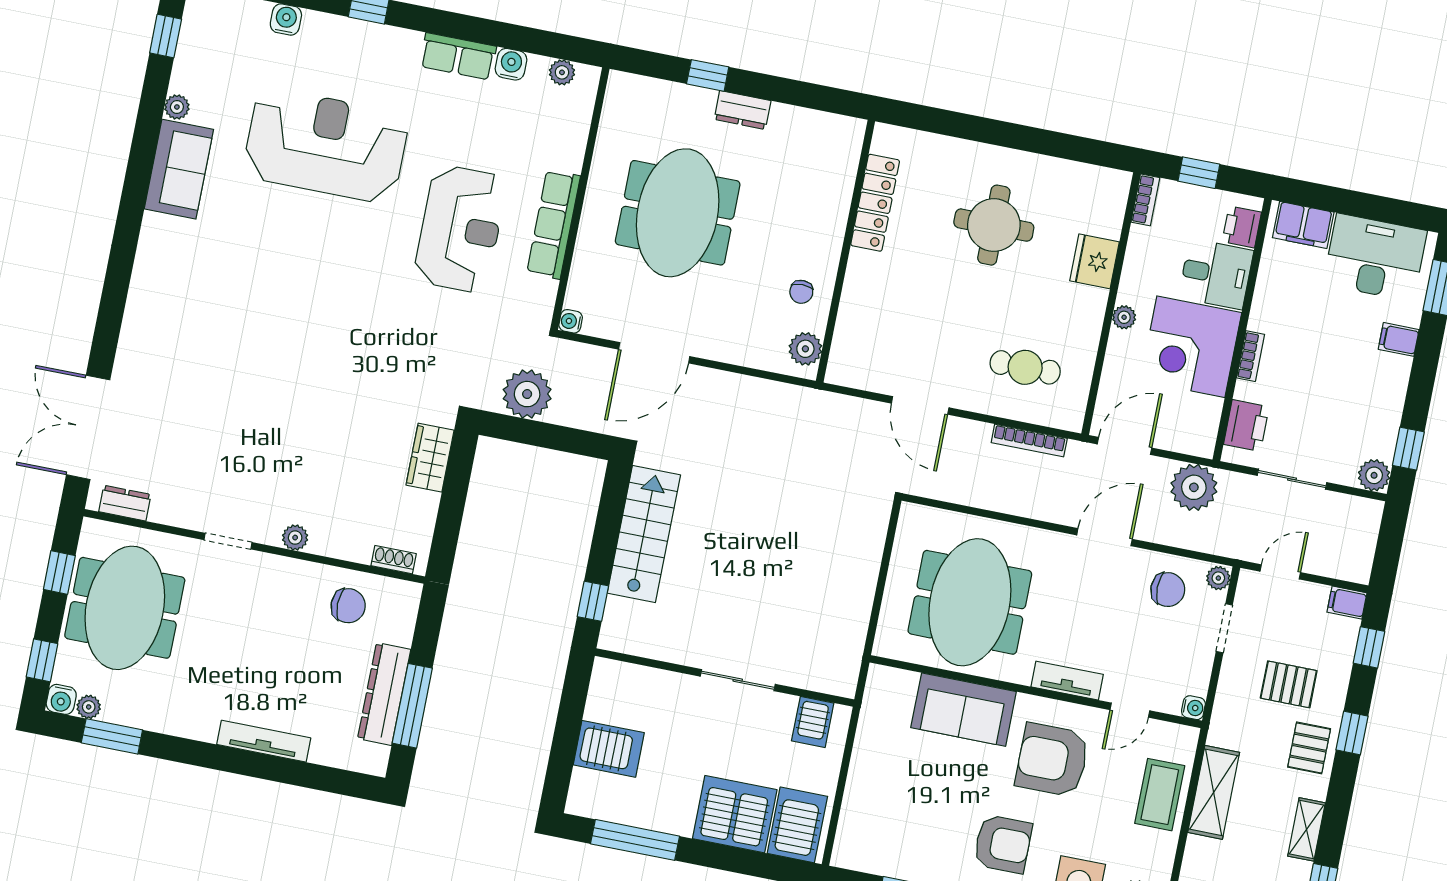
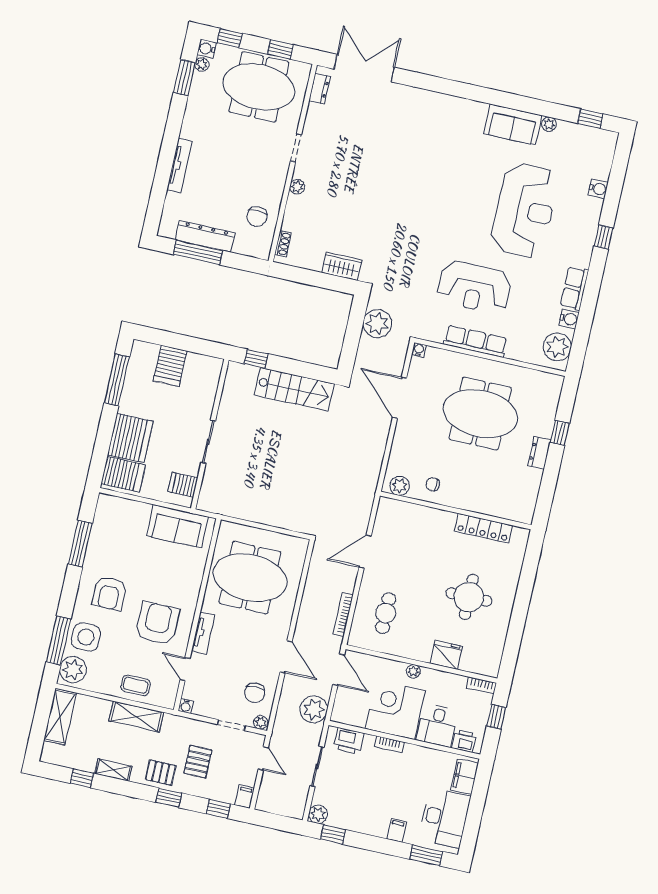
plant: (562, 72) -> (557, 347), width x1.87, depth x1.87
sofa: (964, 710) -> (177, 526), moved, turned -90
coffee table: (1160, 795) -> (136, 685), width x0.73, depth x0.77

